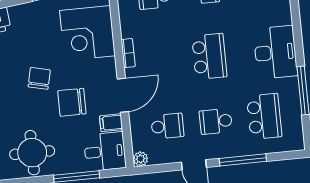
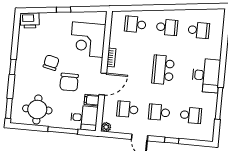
school desk: (209, 56) -> (163, 70), turned 180
chair: (72, 102) -> (69, 82), turned -90
school desk: (264, 116) -> (191, 115), width x0.54
school desk: (167, 126) -> (127, 109), turned 180
window: (243, 160) -> (172, 140), width x0.46

